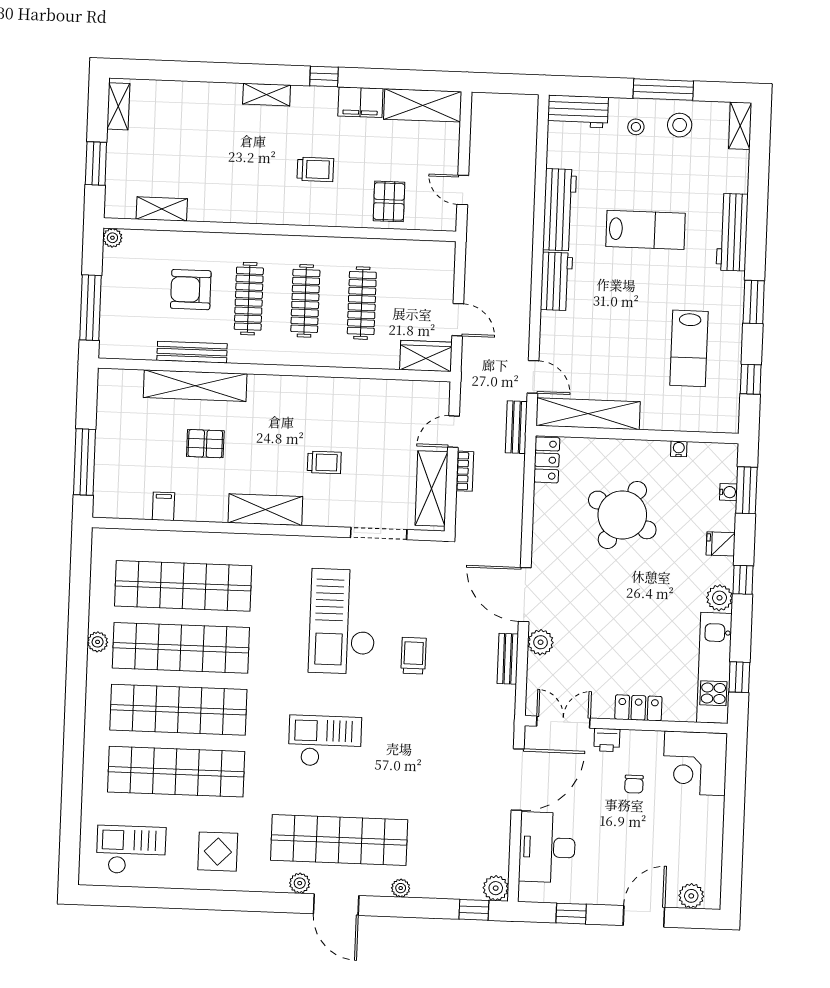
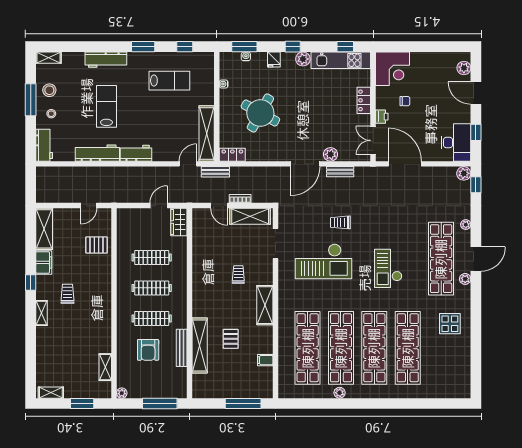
trolley: (315, 169) -> (68, 294), moved
desk: (547, 847) -> (456, 142), moved, turned -90
checkout: (131, 850) -> (451, 370), removed

